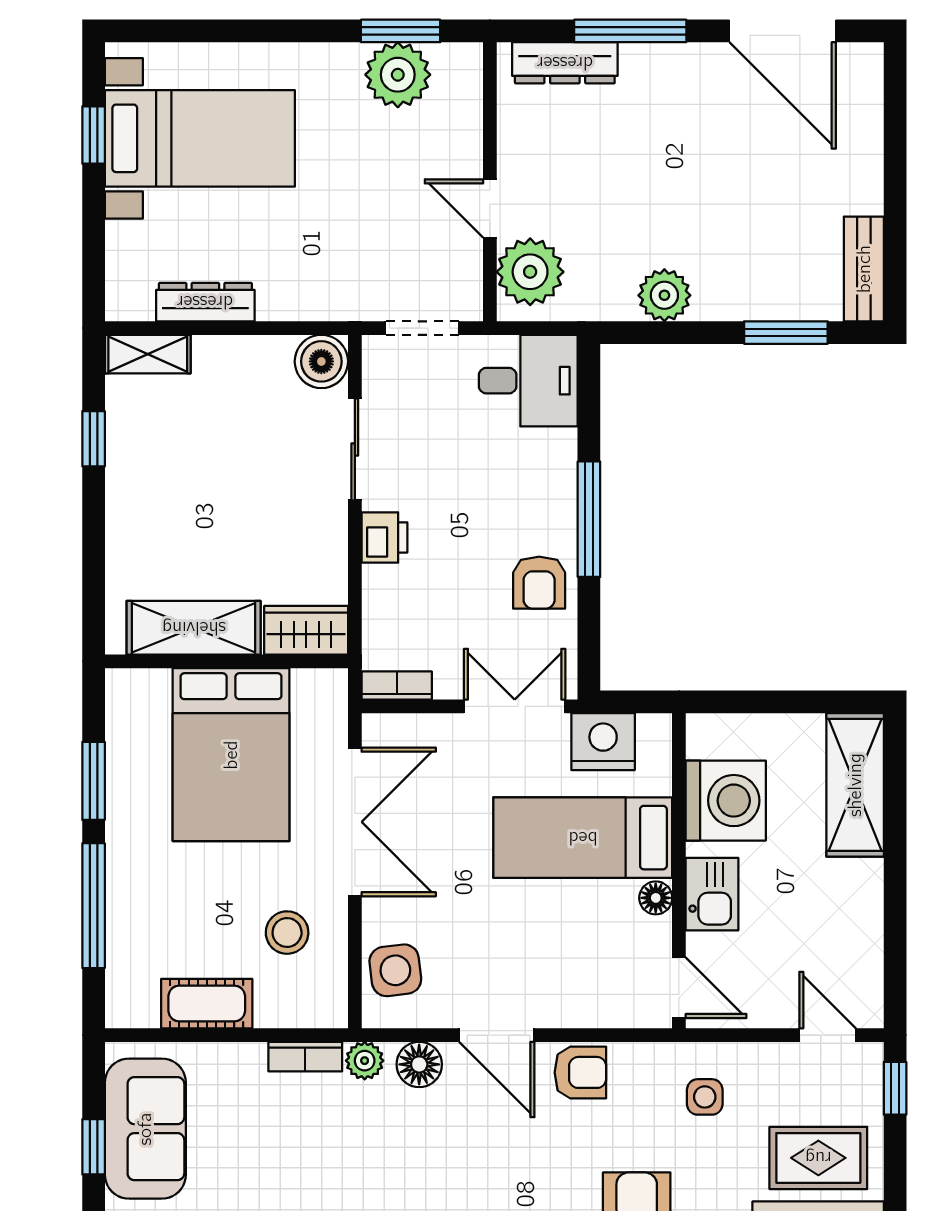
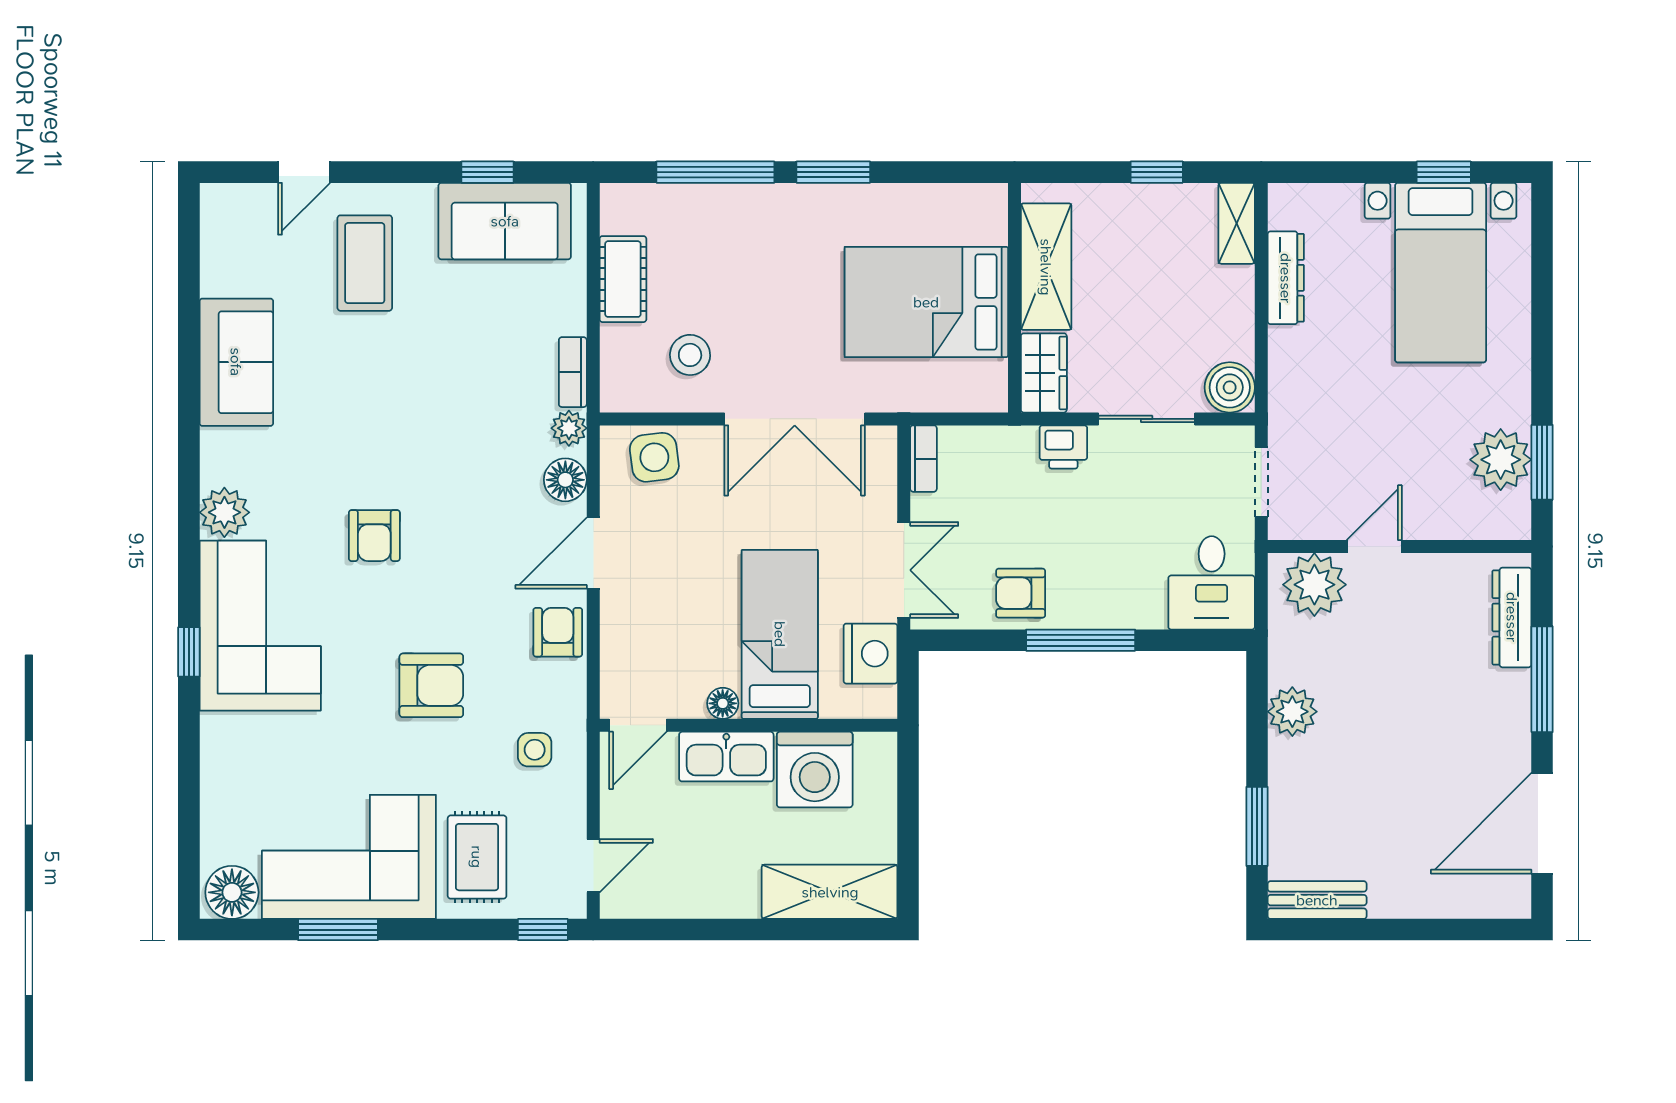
shelving: (194, 628) -> (1046, 267), moved
wardrobe: (306, 630) -> (1044, 373), moved
wall: (226, 661) -> (1014, 298), moved
bed: (231, 755) -> (926, 302), moved
kitchen sink: (712, 894) -> (726, 757), width x1.38
armchair: (580, 1072) -> (558, 632), turned 180

